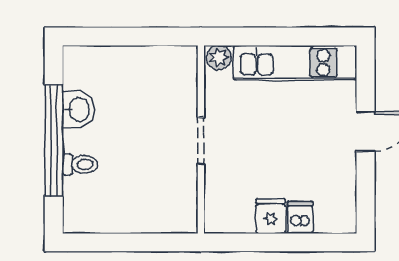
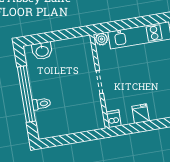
washbasin: (78, 109) -> (42, 51), moved, turned 90
dishwasher: (300, 217) -> (114, 119), moved

